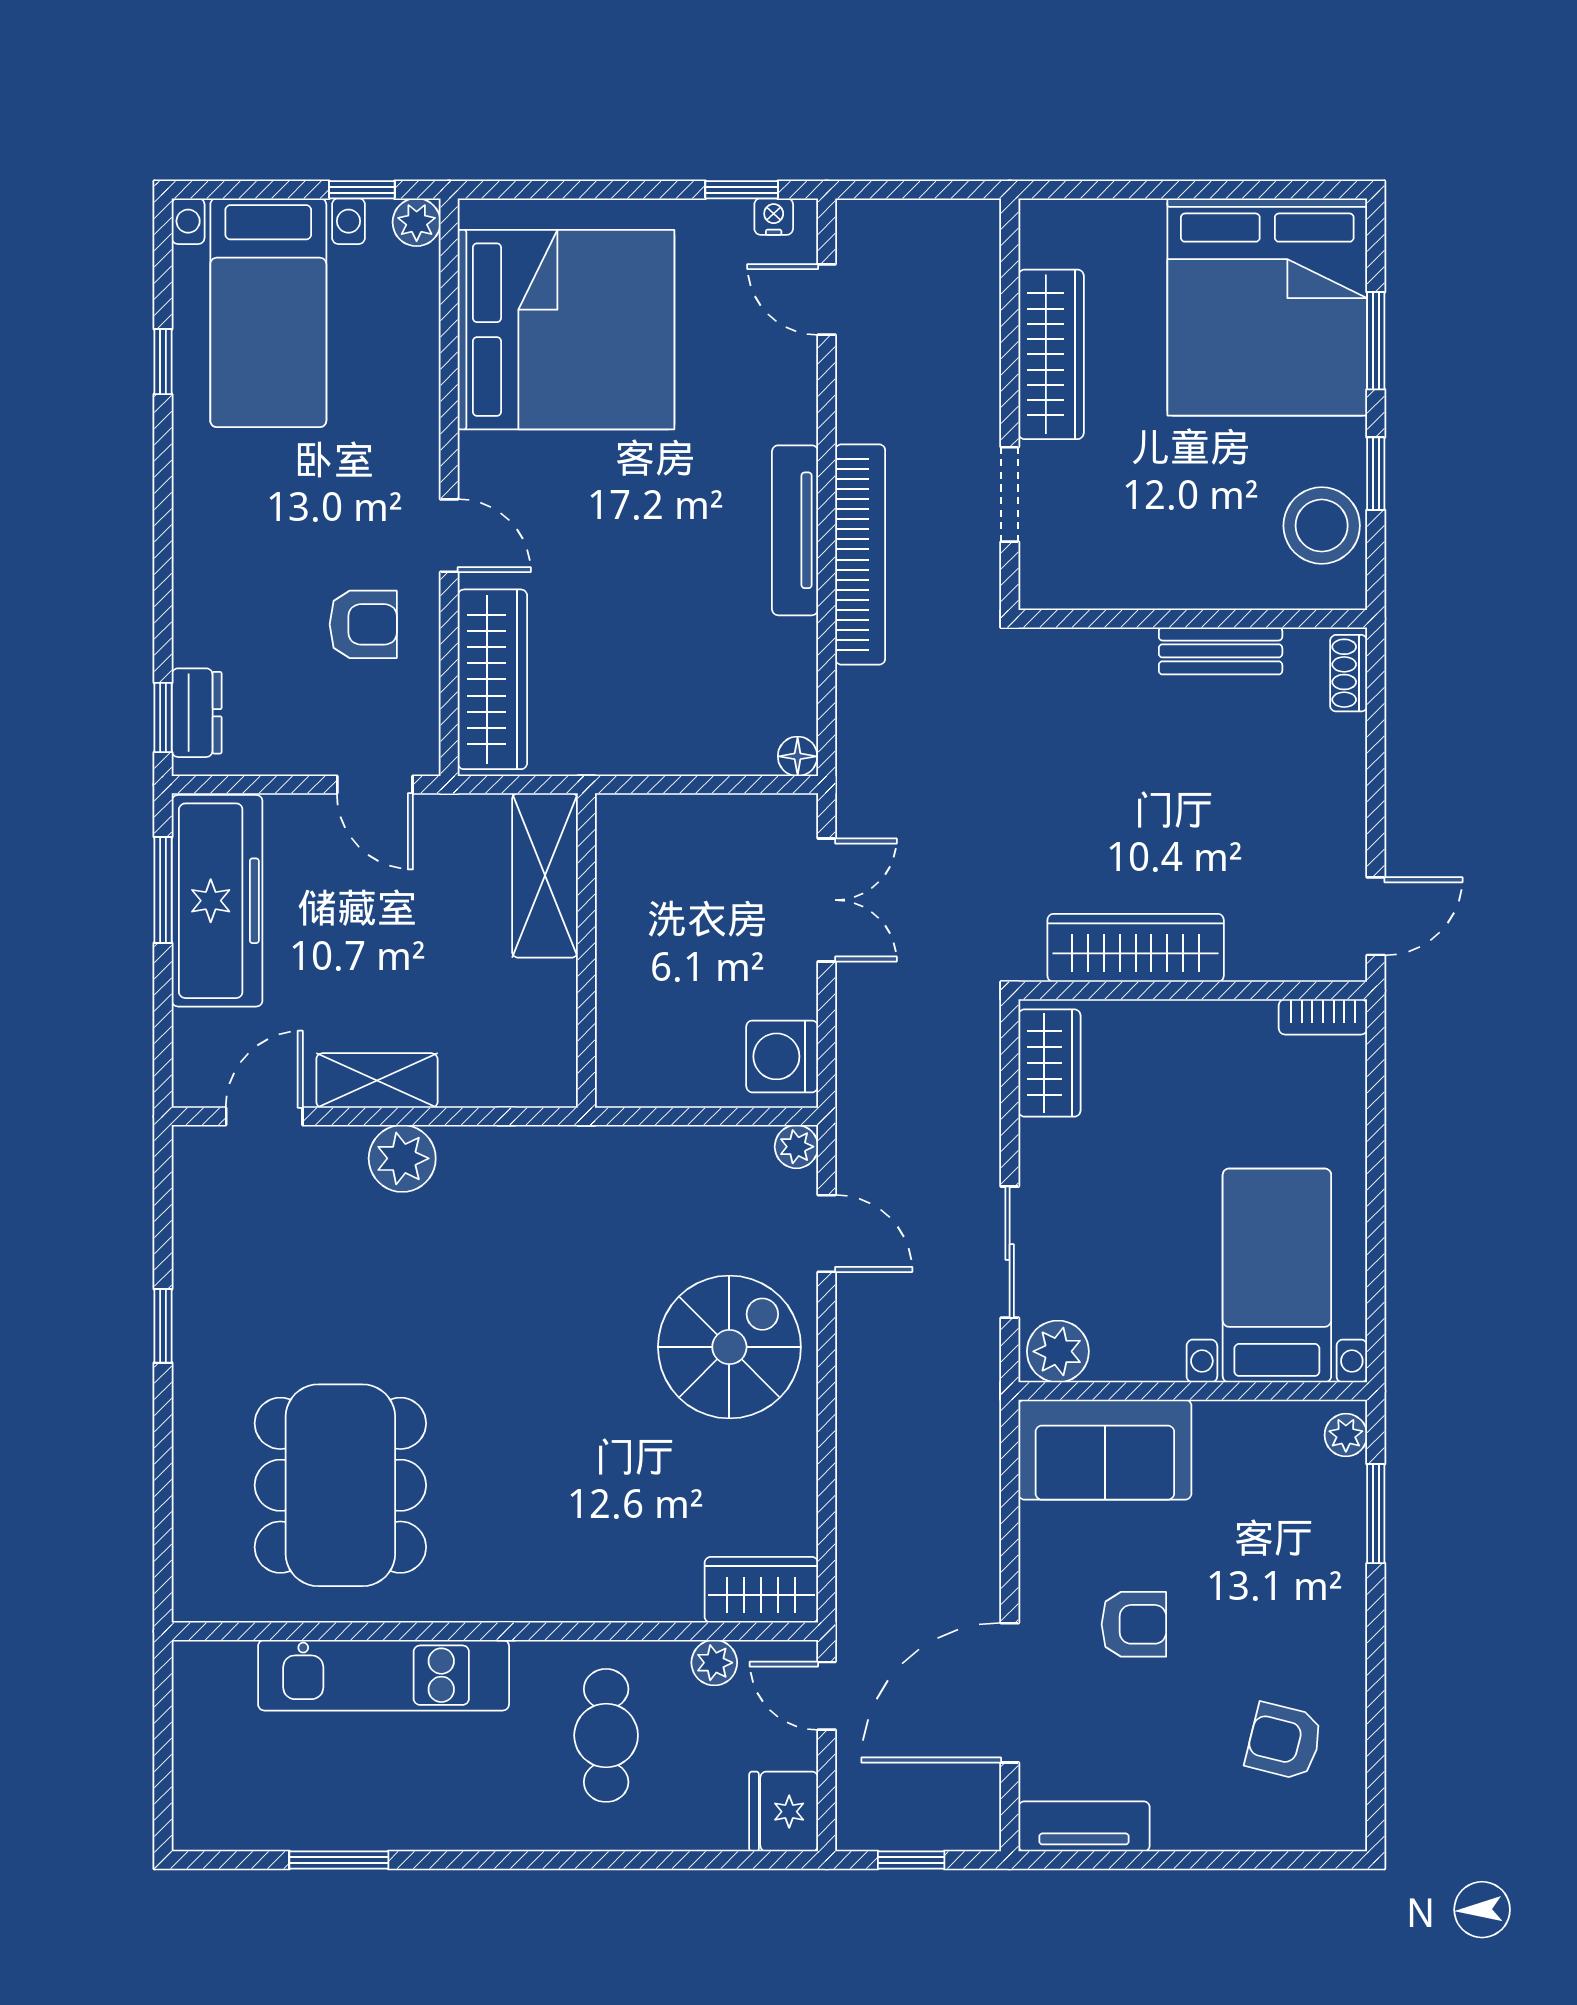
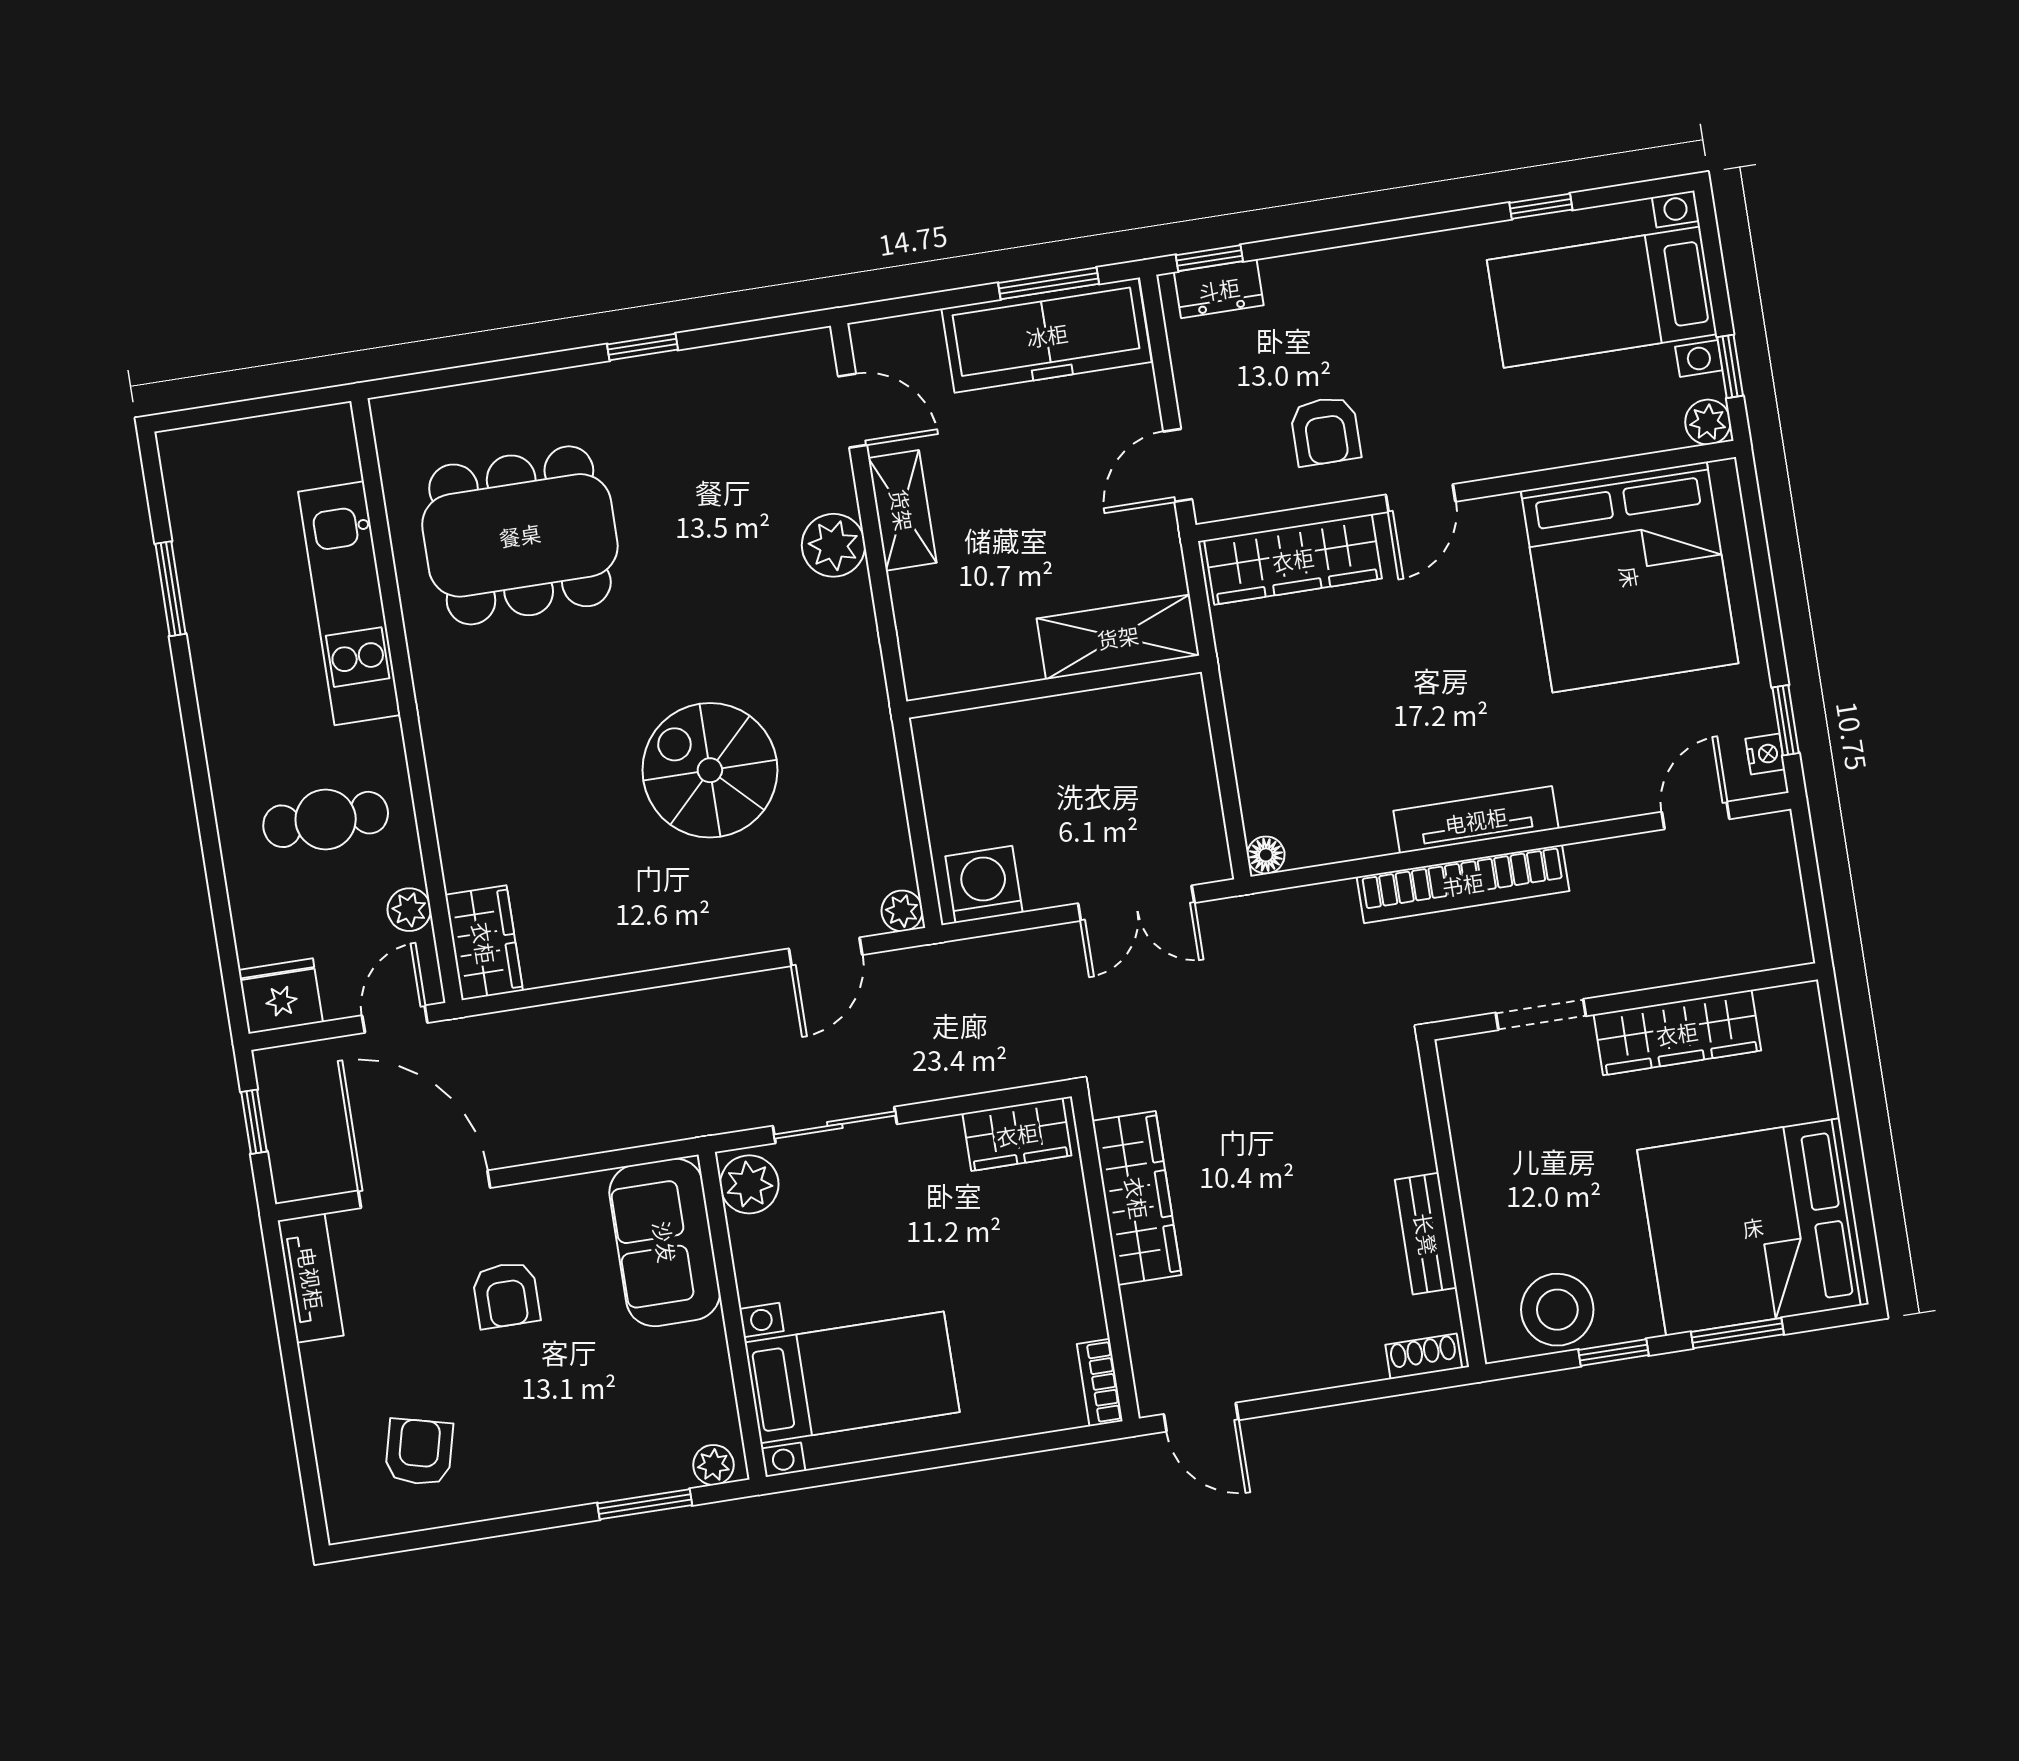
spiral stairs: (729, 1347) -> (710, 770), moved, turned 180

